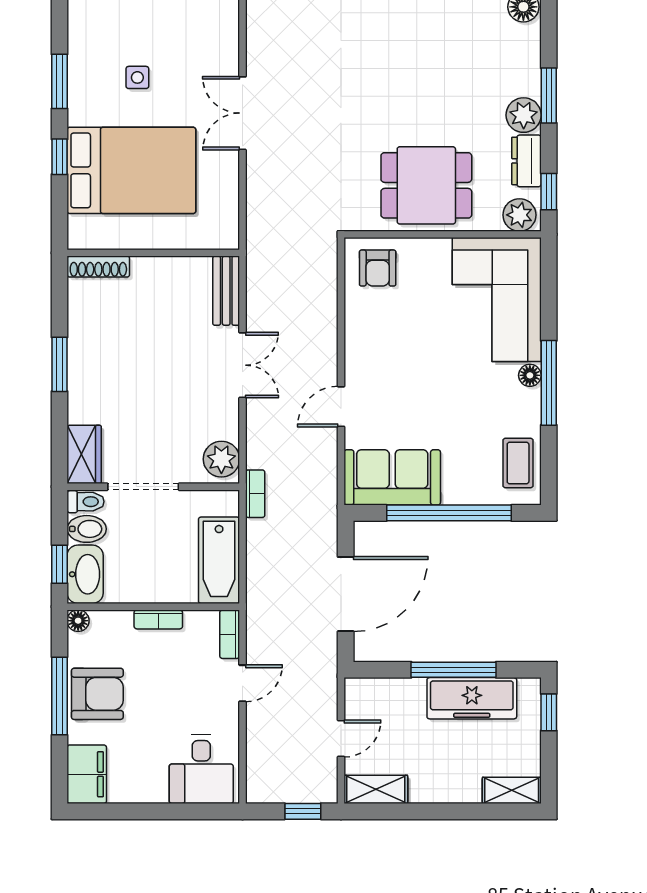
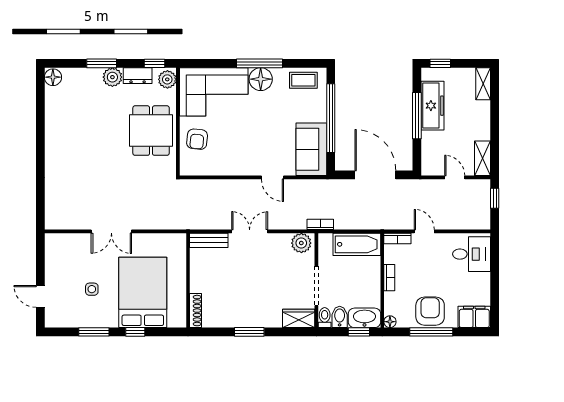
armchair: (378, 268) -> (197, 139), moved, turned 96
floor lamp: (530, 375) -> (261, 79), width x1.89, depth x1.89

